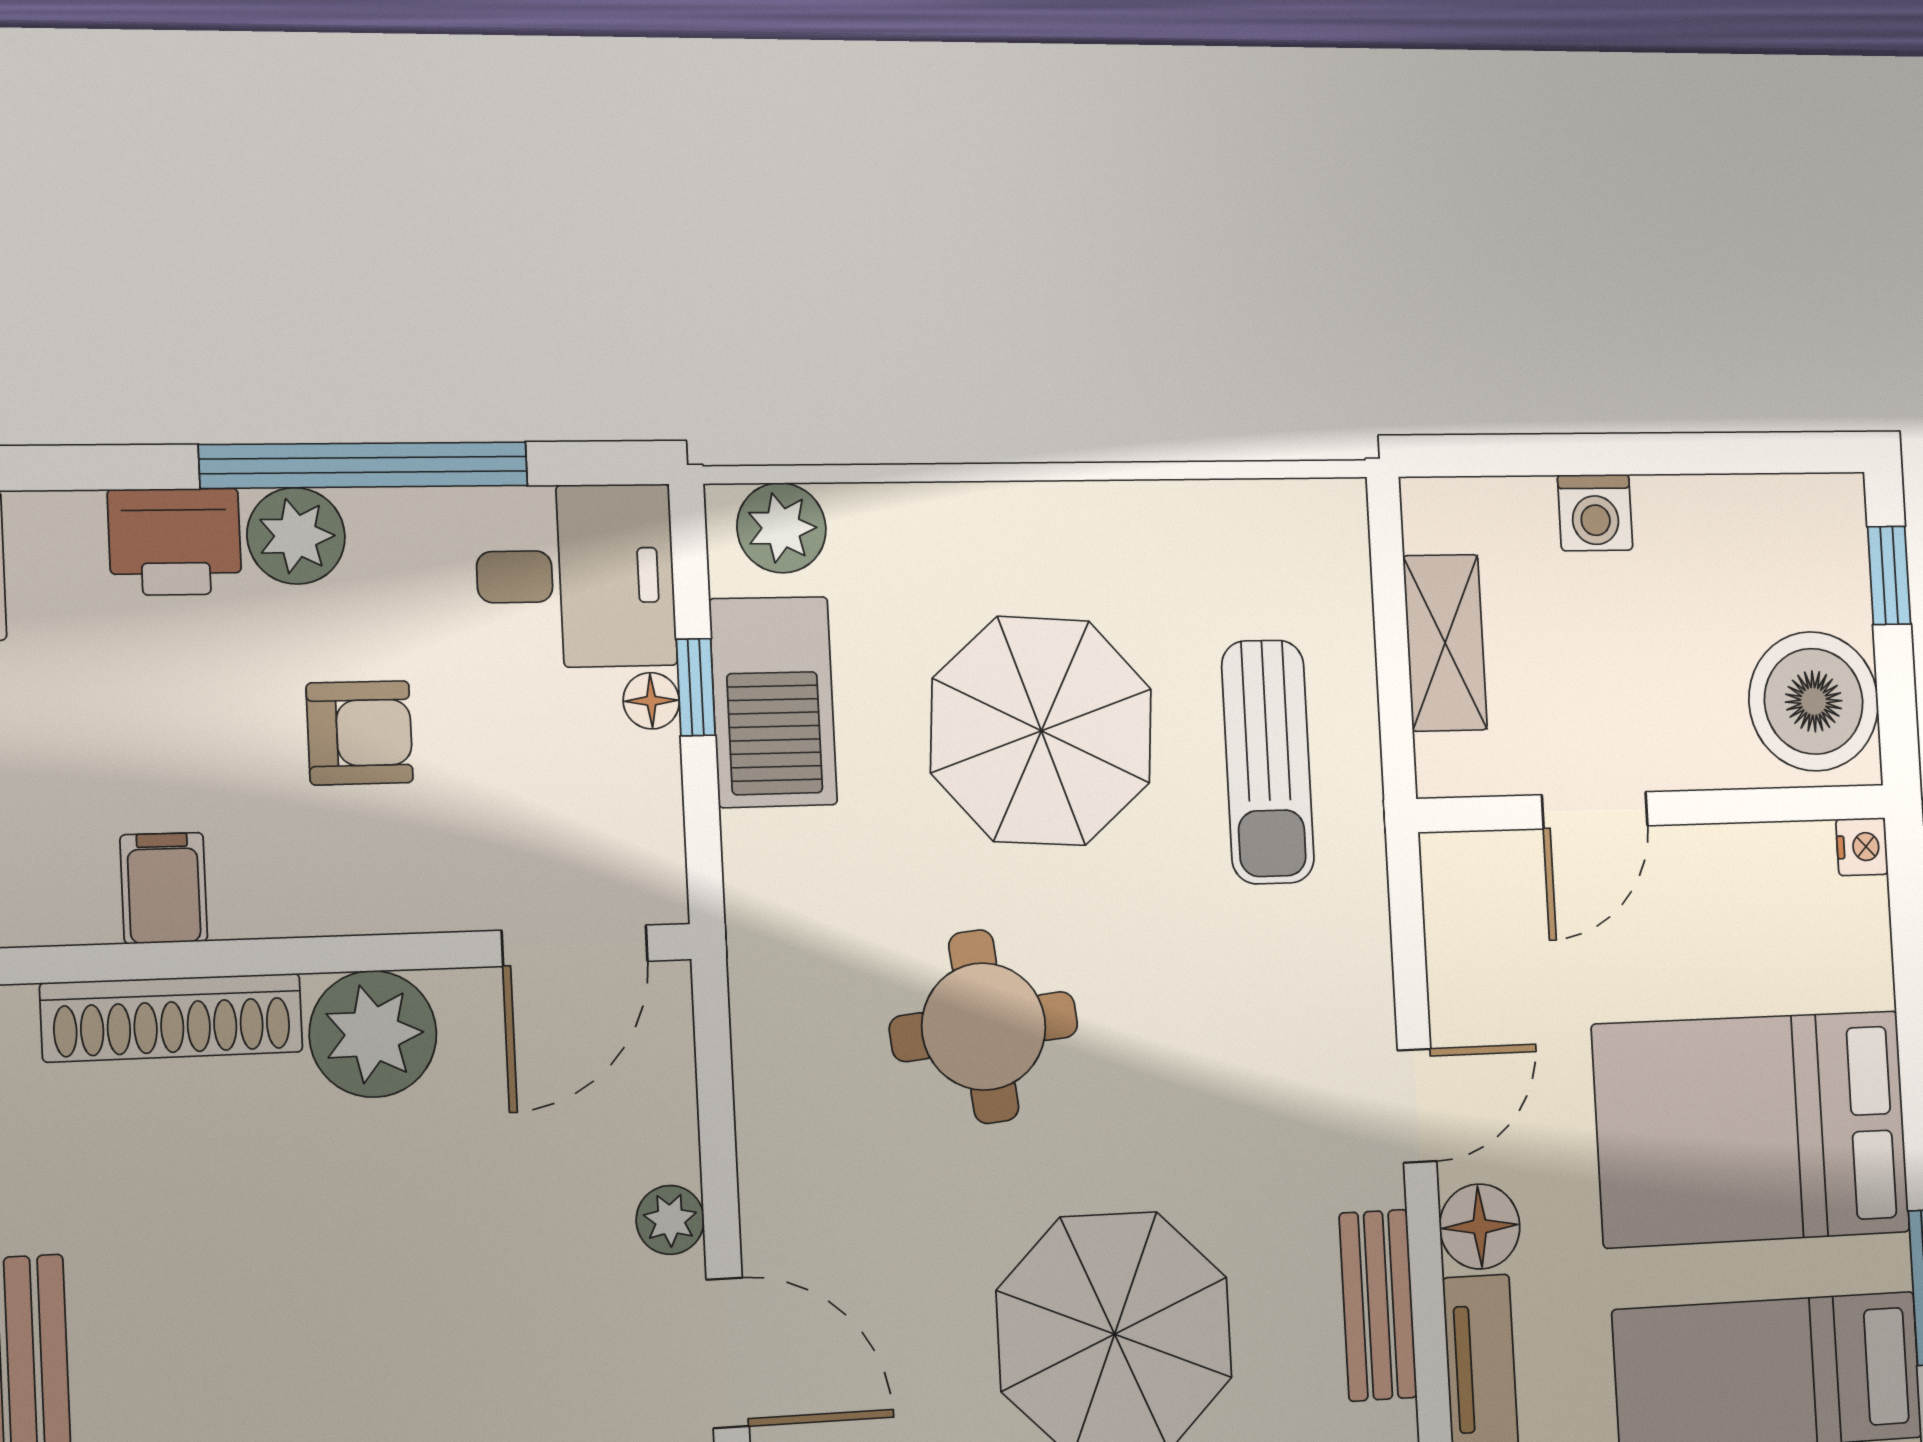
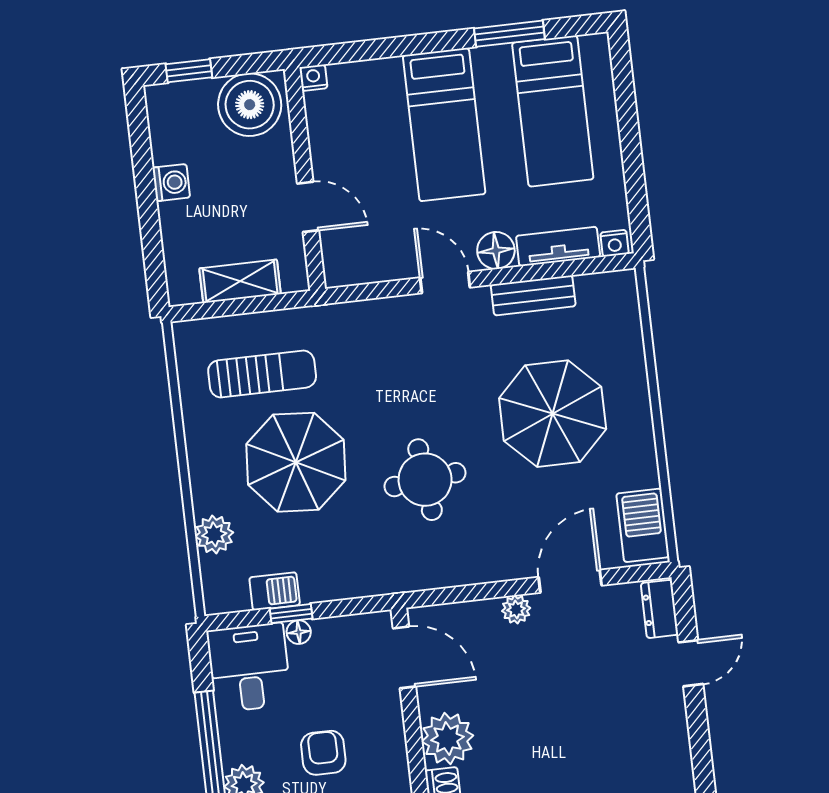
washing machine: (1595, 513) -> (171, 183), moved
plant: (781, 528) -> (214, 534), moved
barbecue: (773, 702) -> (275, 591), width x0.53, depth x0.65
sun lounger: (1268, 762) -> (262, 374), moved
bed: (1751, 1129) -> (444, 125), width x0.67

